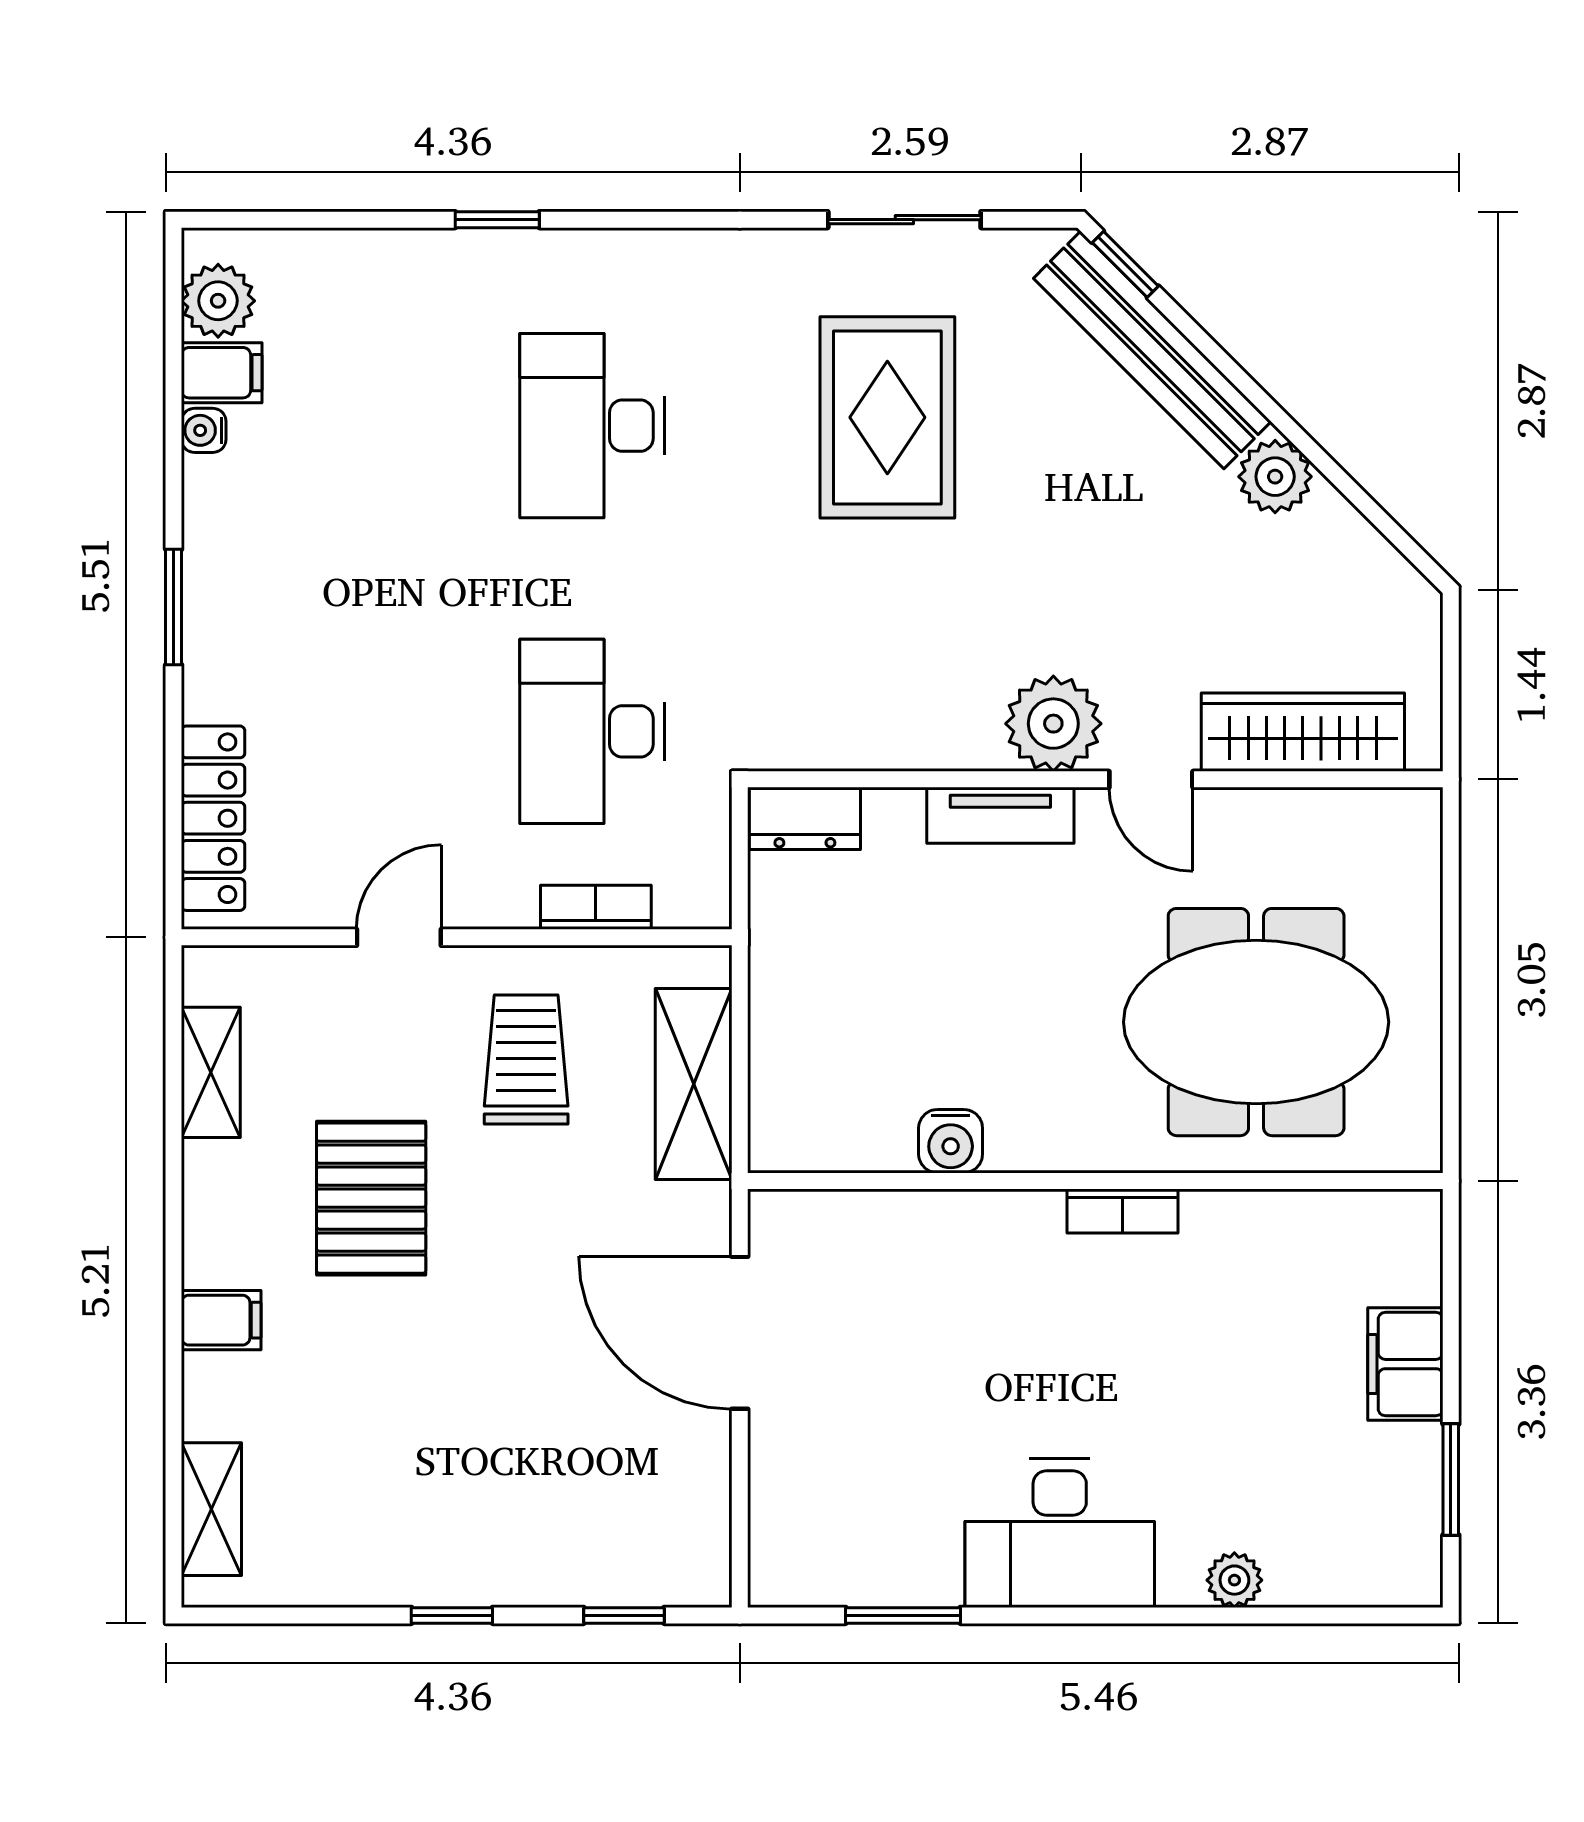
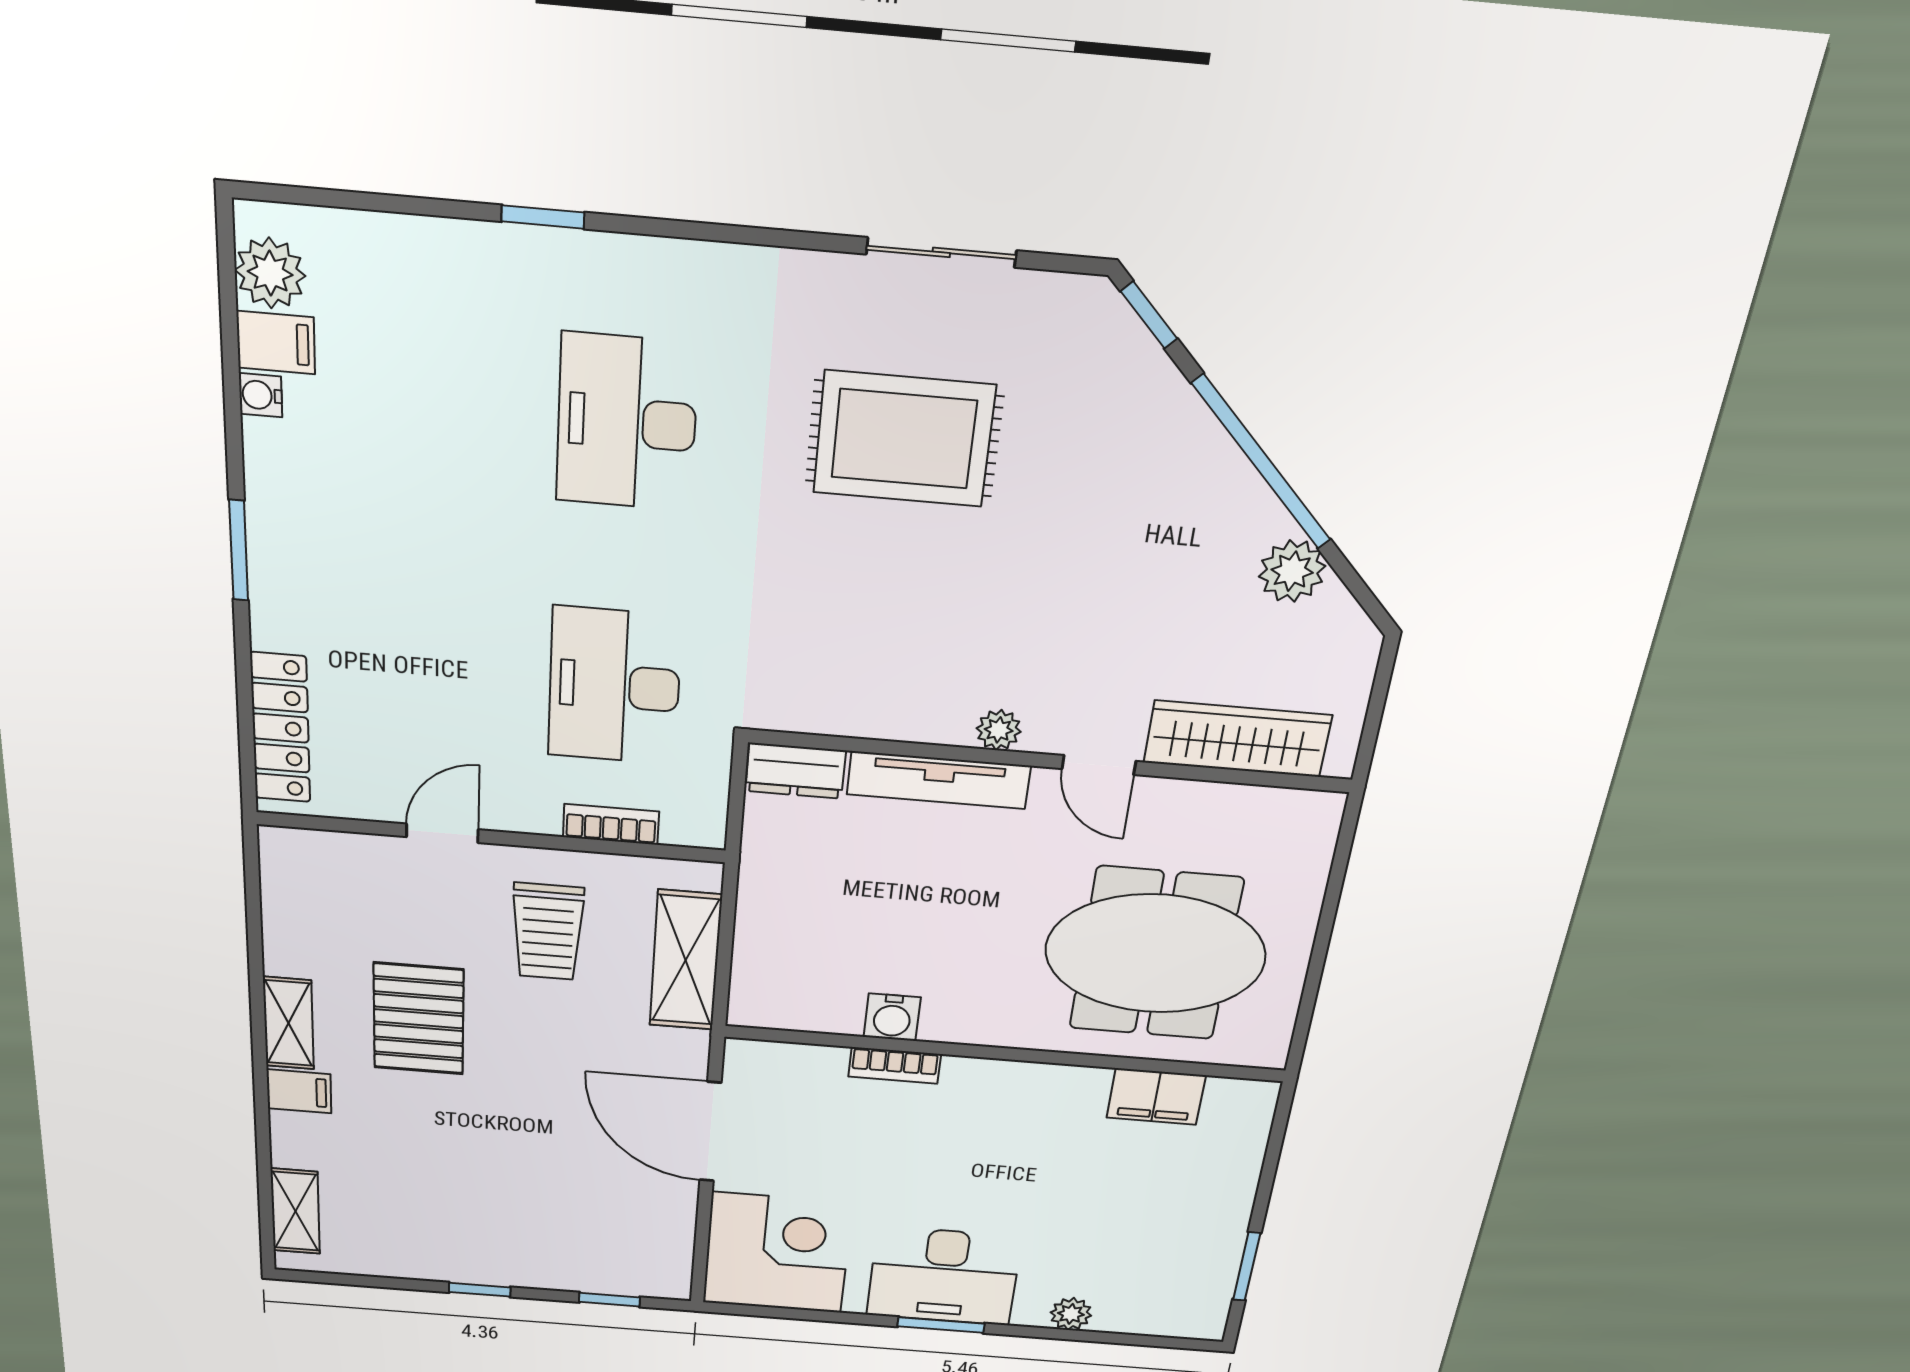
bench: (1152, 350) -> (1161, 398), removed
window: (1270, 409) -> (1262, 462), added
rug: (887, 417) -> (904, 439), turned 90
plant: (1275, 477) -> (1292, 571), moved
plant: (1053, 724) -> (999, 730), width x0.53, depth x0.53
tv unit: (1000, 815) -> (939, 780), width x1.41
trolley: (526, 1060) -> (548, 932), turned 180
shelving: (211, 1072) -> (289, 1023), moved
bookcase: (1123, 1211) -> (895, 1065), moved
filing cabinet: (1405, 1364) -> (1156, 1097), moved, turned -90
corner desk: (839, 1516) -> (777, 1253), added
window: (903, 1615) -> (941, 1325), moved

